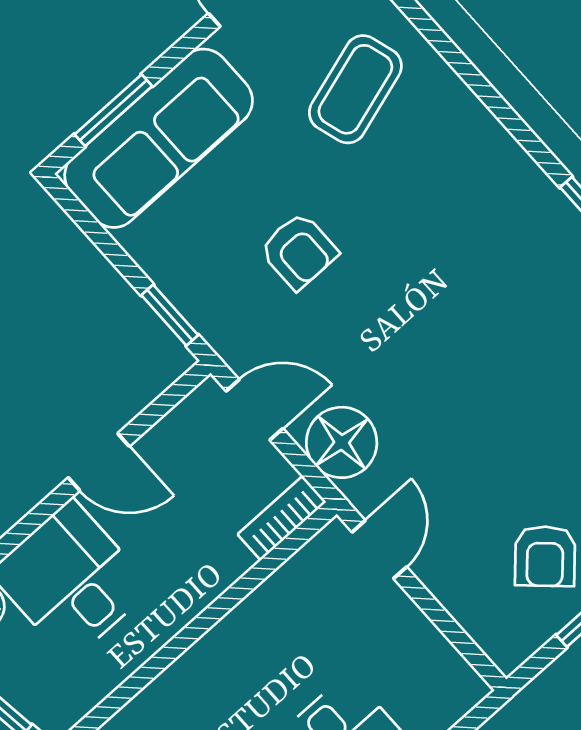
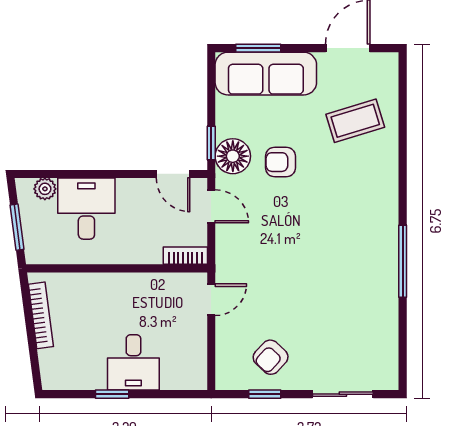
armchair: (299, 251) -> (280, 162), turned 90
floor lamp: (342, 442) -> (233, 156), moved
door: (99, 462) -> (173, 174), moved

